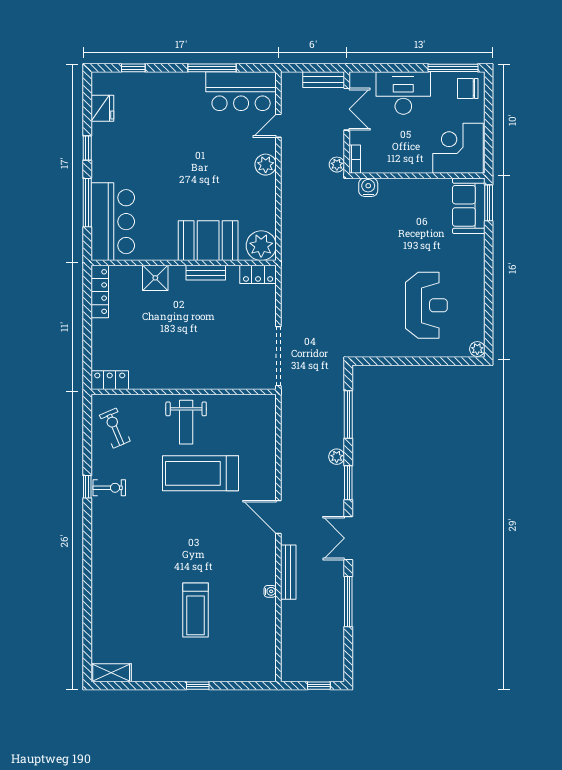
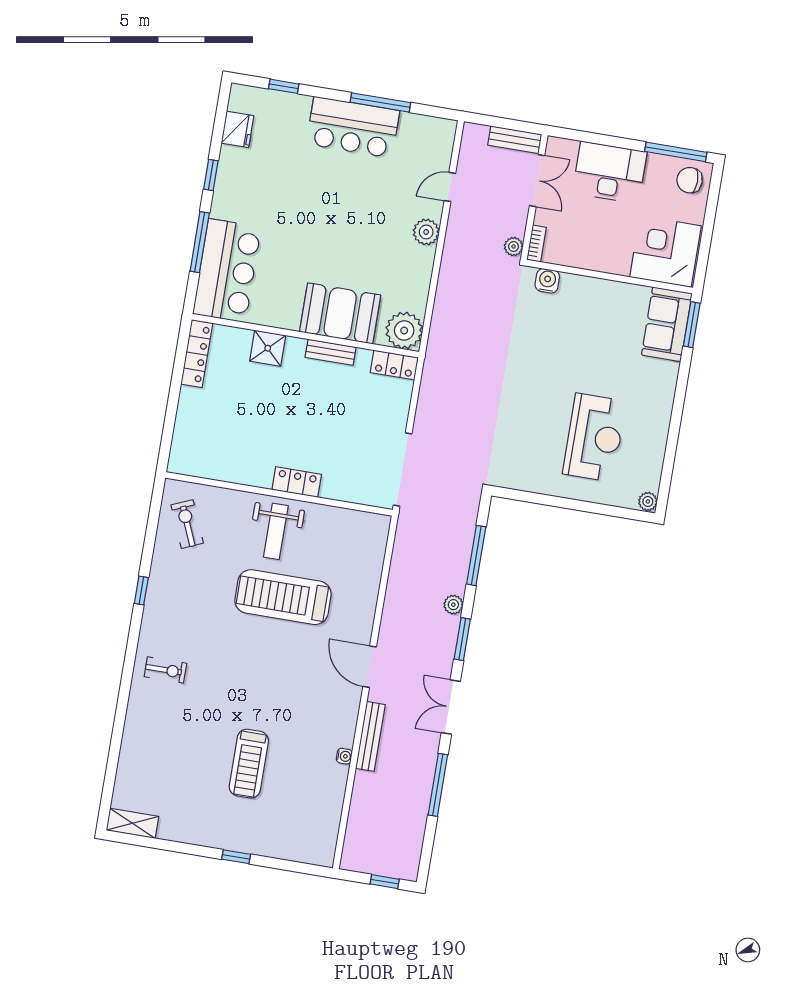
bar counter: (241, 91) -> (353, 127), moved
locker: (110, 380) -> (297, 482), moved
exercise bike: (109, 488) -> (165, 670), moved

